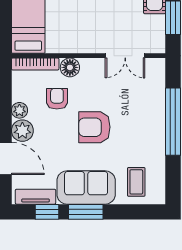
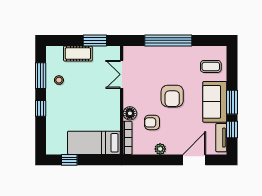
double door: (125, 56) -> (122, 74), swing flipped
plant: (22, 131) -> (175, 147), removed

